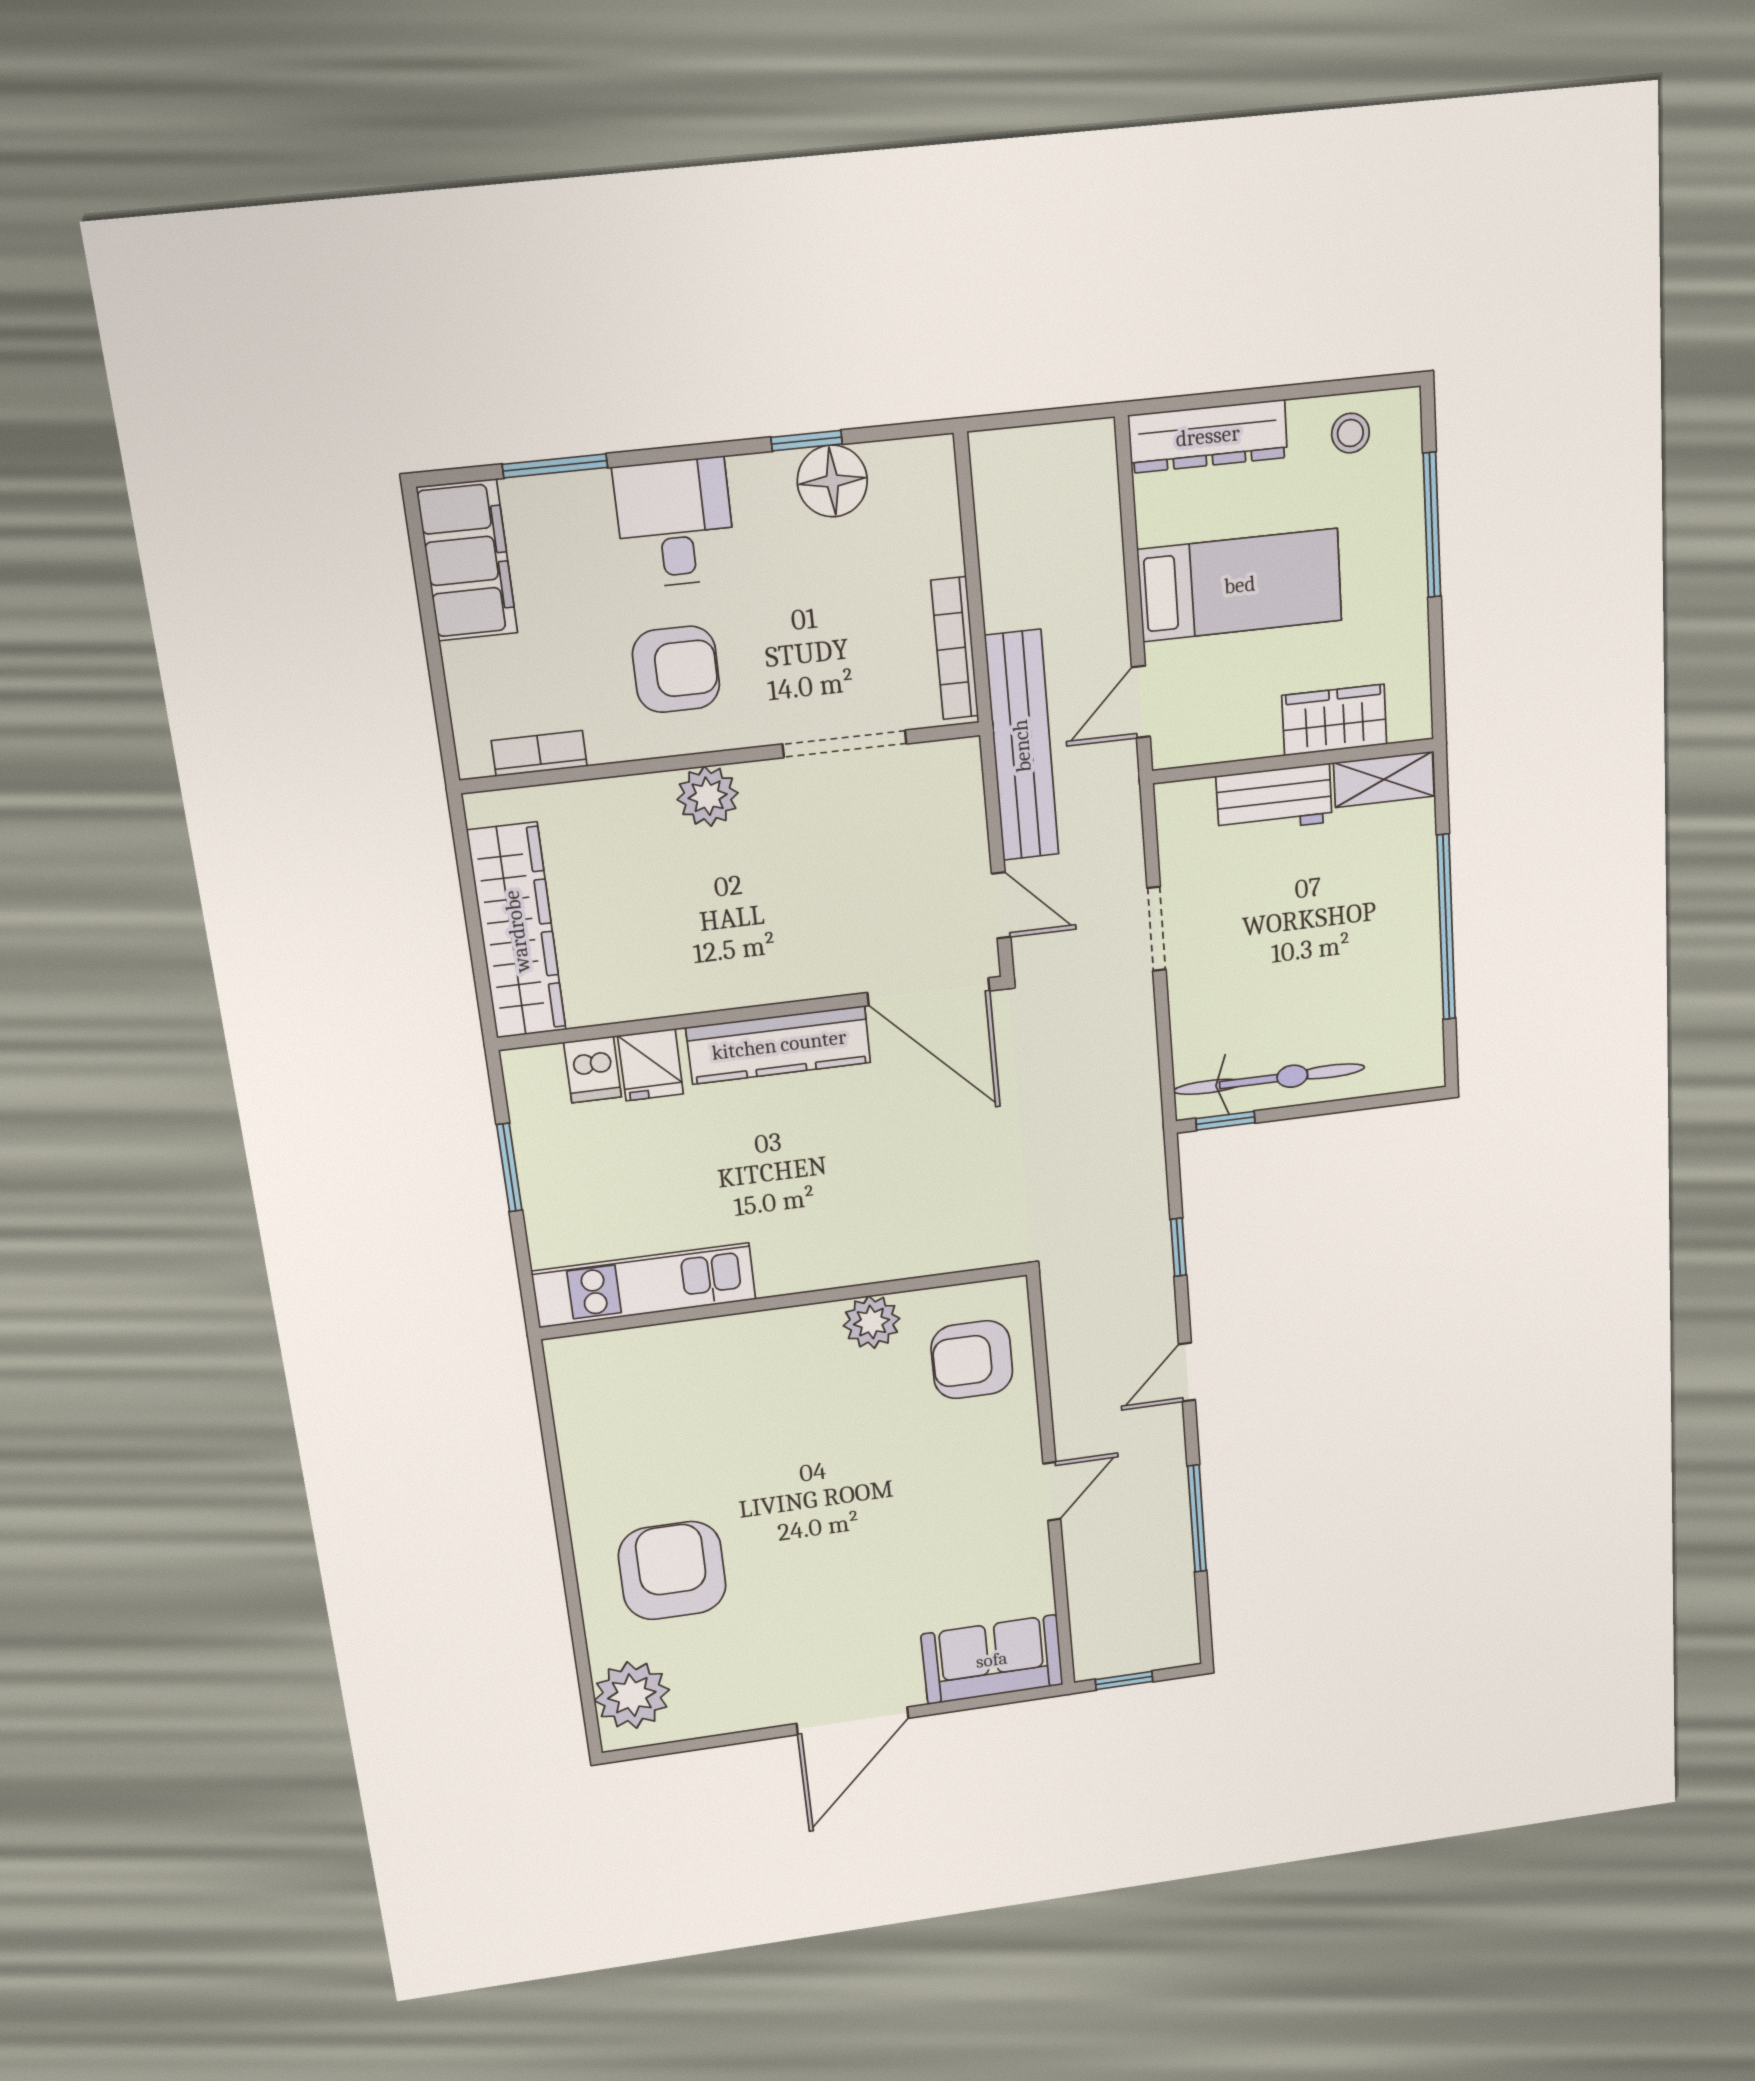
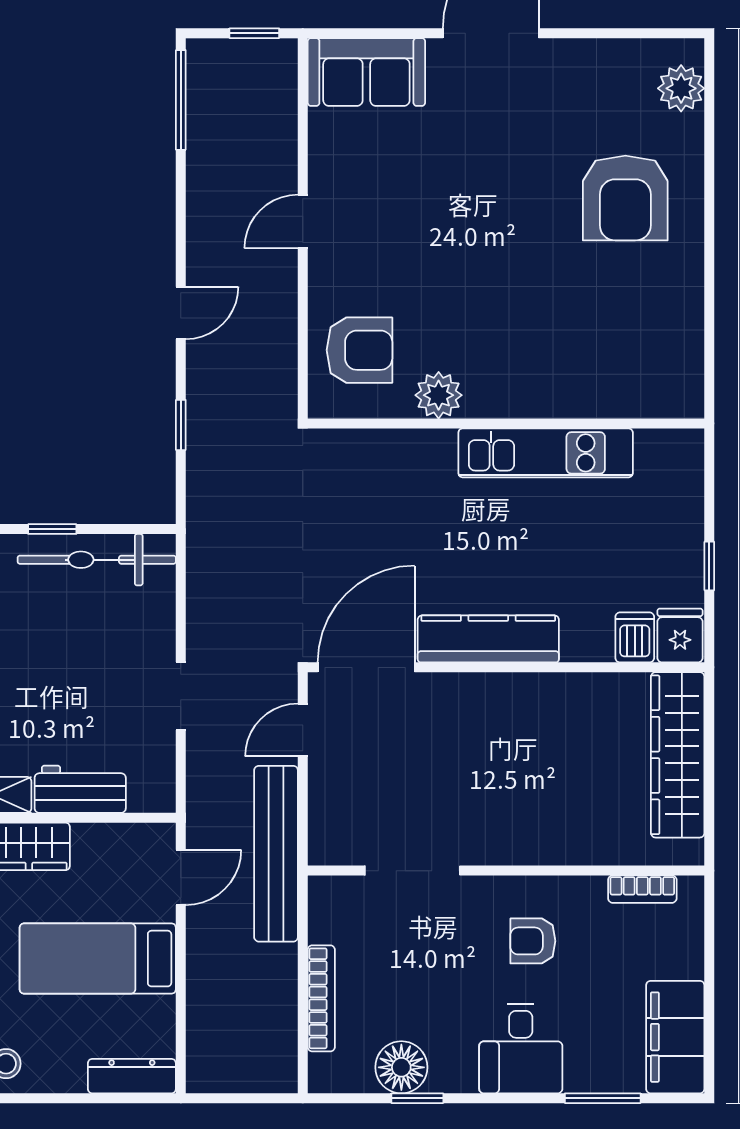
dresser: (1208, 436) -> (132, 1076), width x0.73, depth x0.80
bookcase: (955, 648) -> (321, 998), moved
armchair: (676, 669) -> (533, 941), width x0.72, depth x0.72
plant: (708, 796) -> (521, 842), removed
door: (1001, 905) -> (303, 730), hinge flipped
door: (929, 992) -> (366, 667), hinge flipped
fridge: (651, 1065) -> (680, 636), moved
window: (1225, 1121) -> (52, 529), moved
window: (509, 1168) -> (709, 566), width x0.67
kitchen unit: (644, 1285) -> (546, 453), moved
window: (1197, 1519) -> (181, 100), moved
plant: (632, 1695) -> (681, 88), width x0.73, depth x0.73

